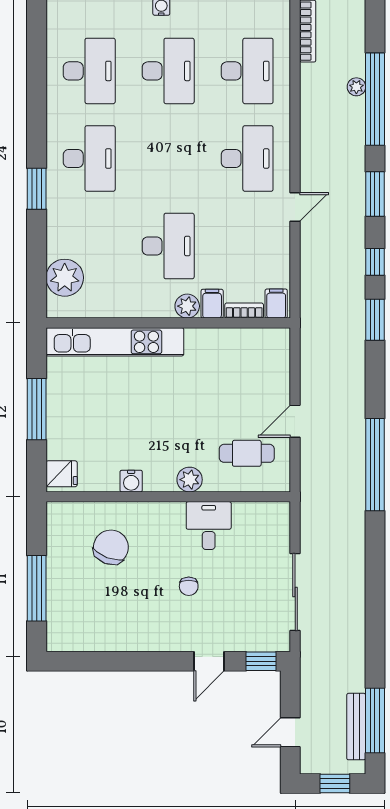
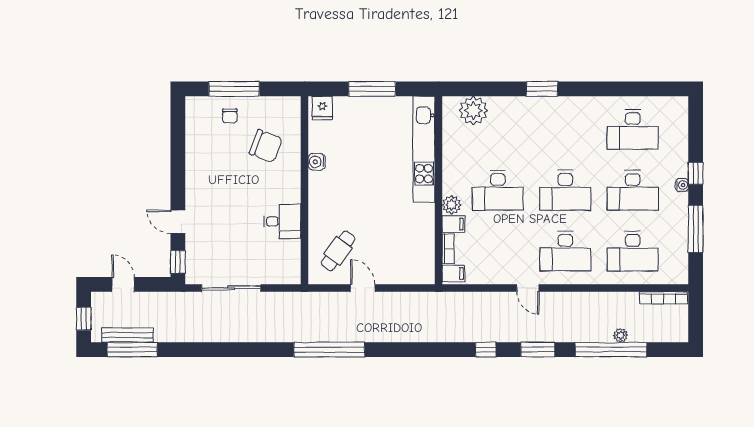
desk: (89, 158) -> (565, 190), moved
window: (375, 320) -> (441, 350), removed
cafe table: (247, 453) -> (338, 251), turned 36
plant: (190, 480) -> (318, 207), removed
chair: (189, 586) -> (230, 116), moved, turned -90

